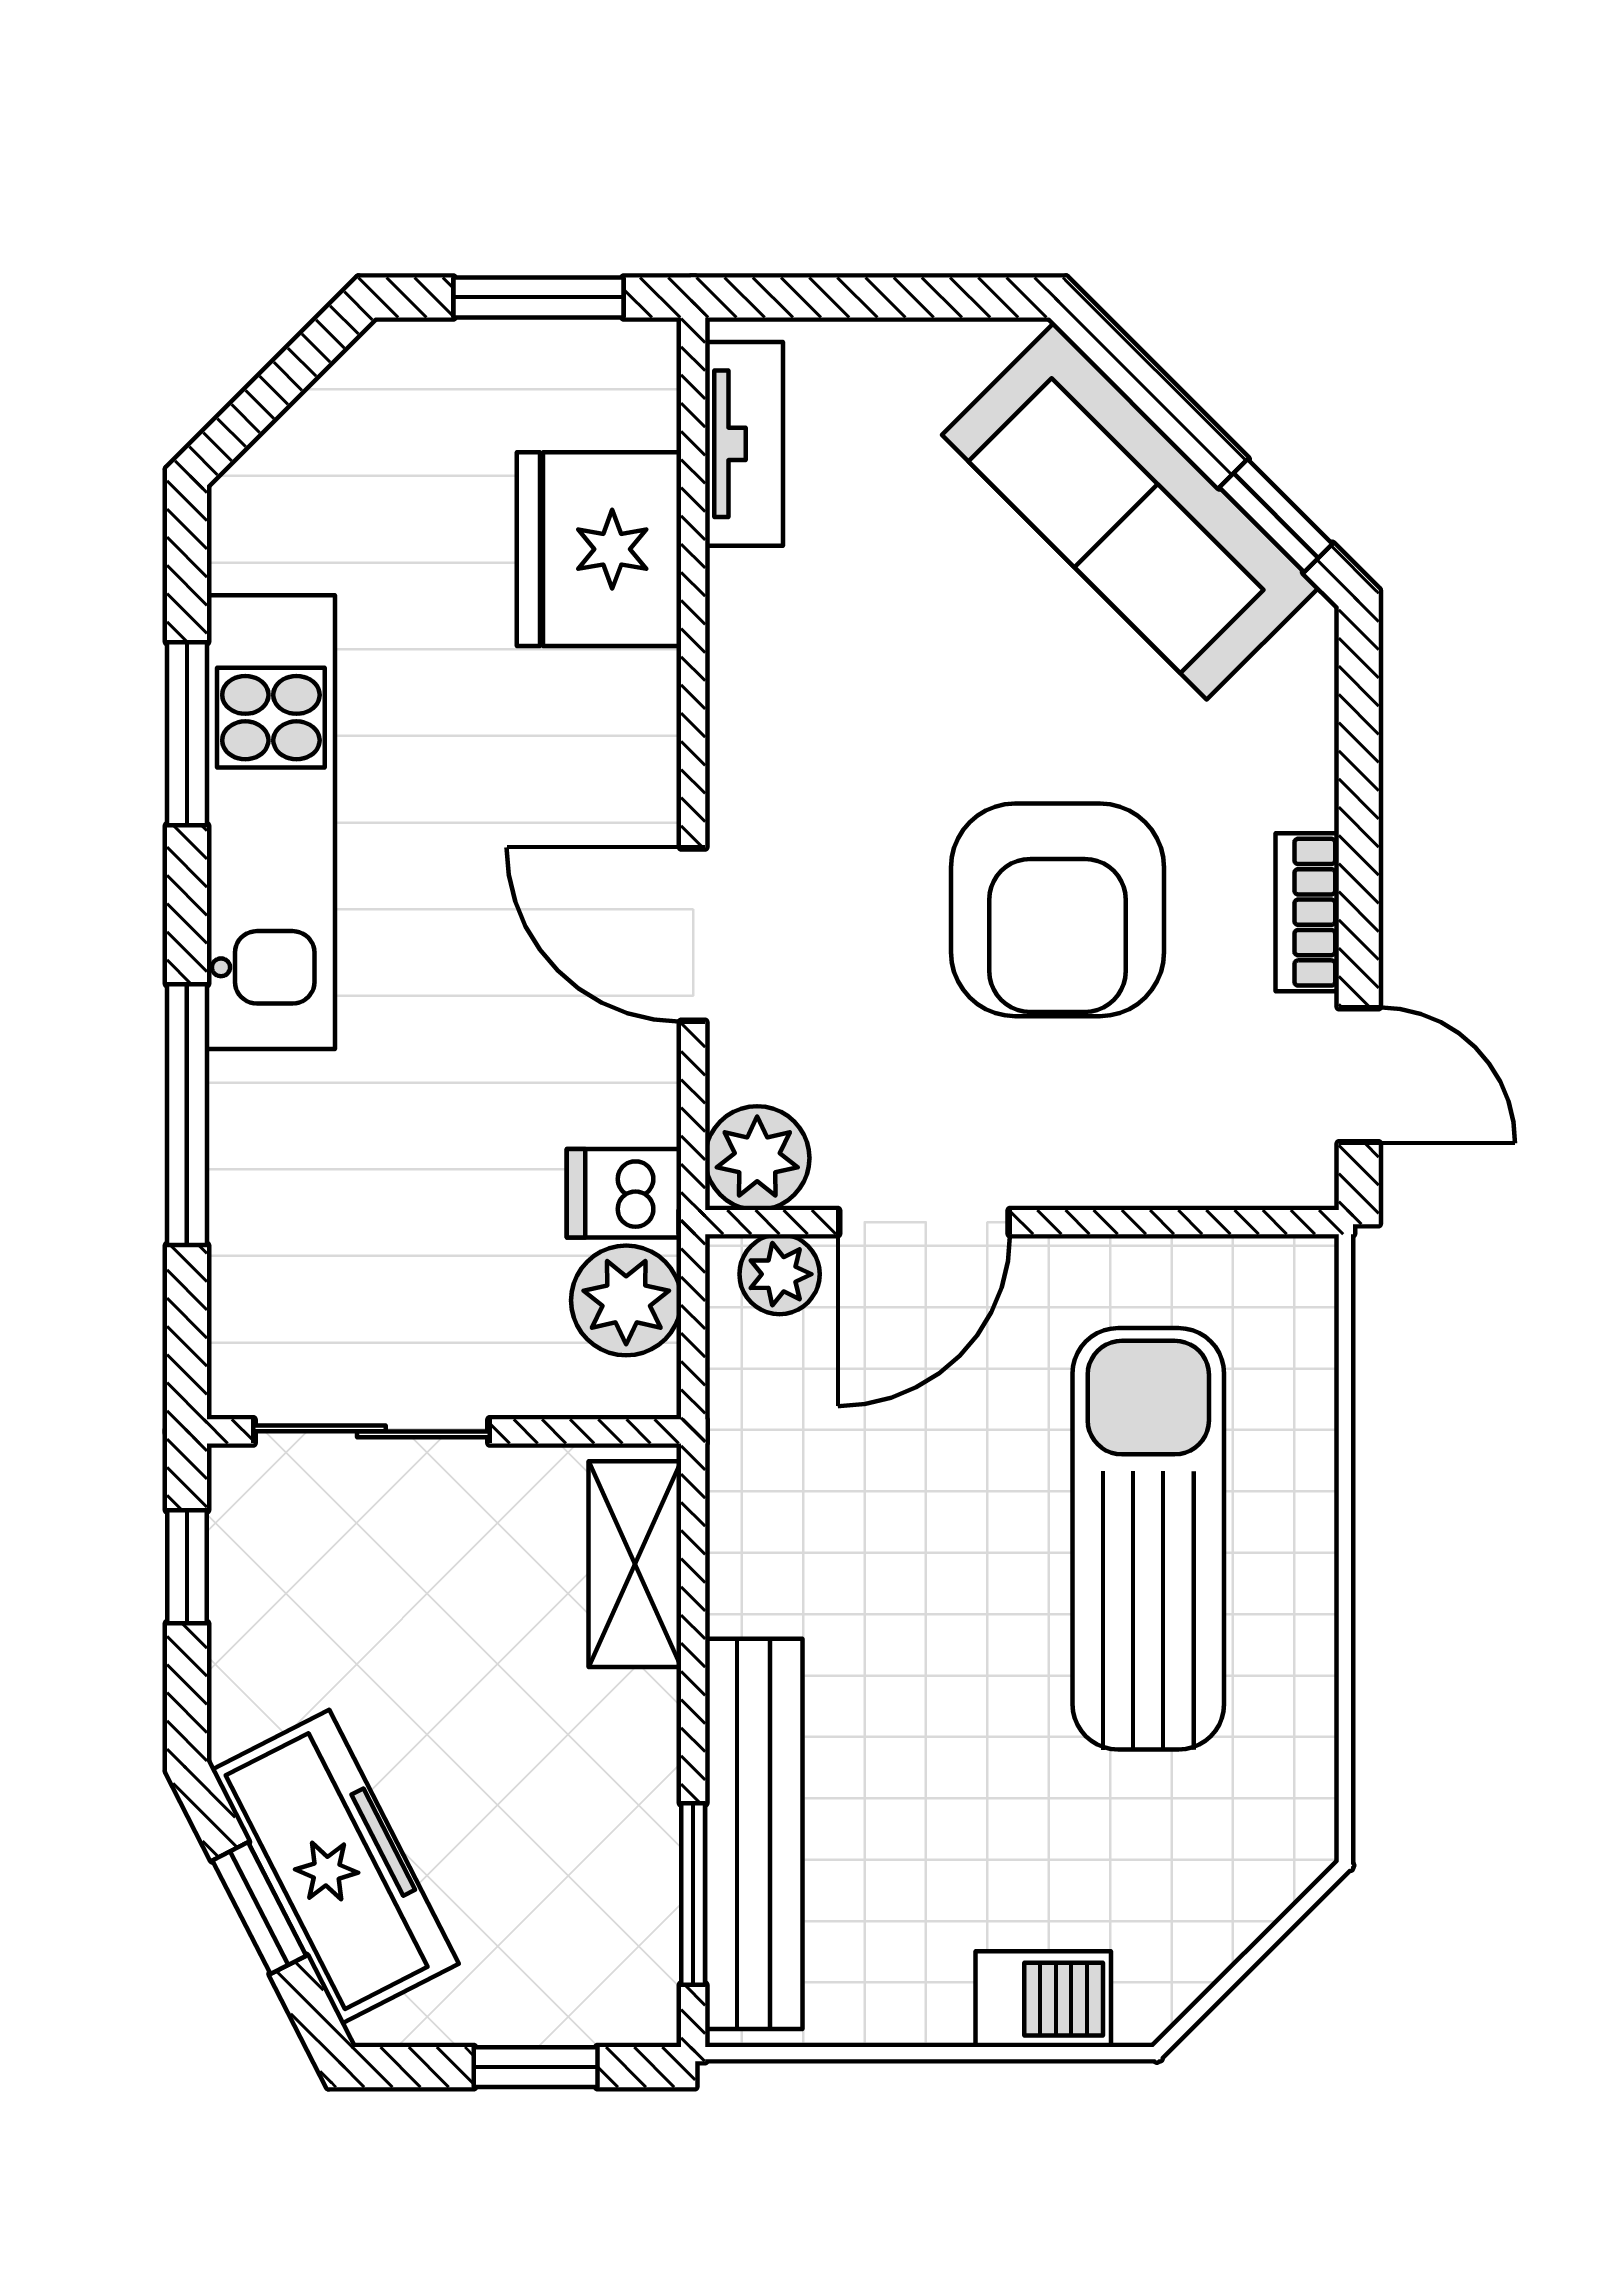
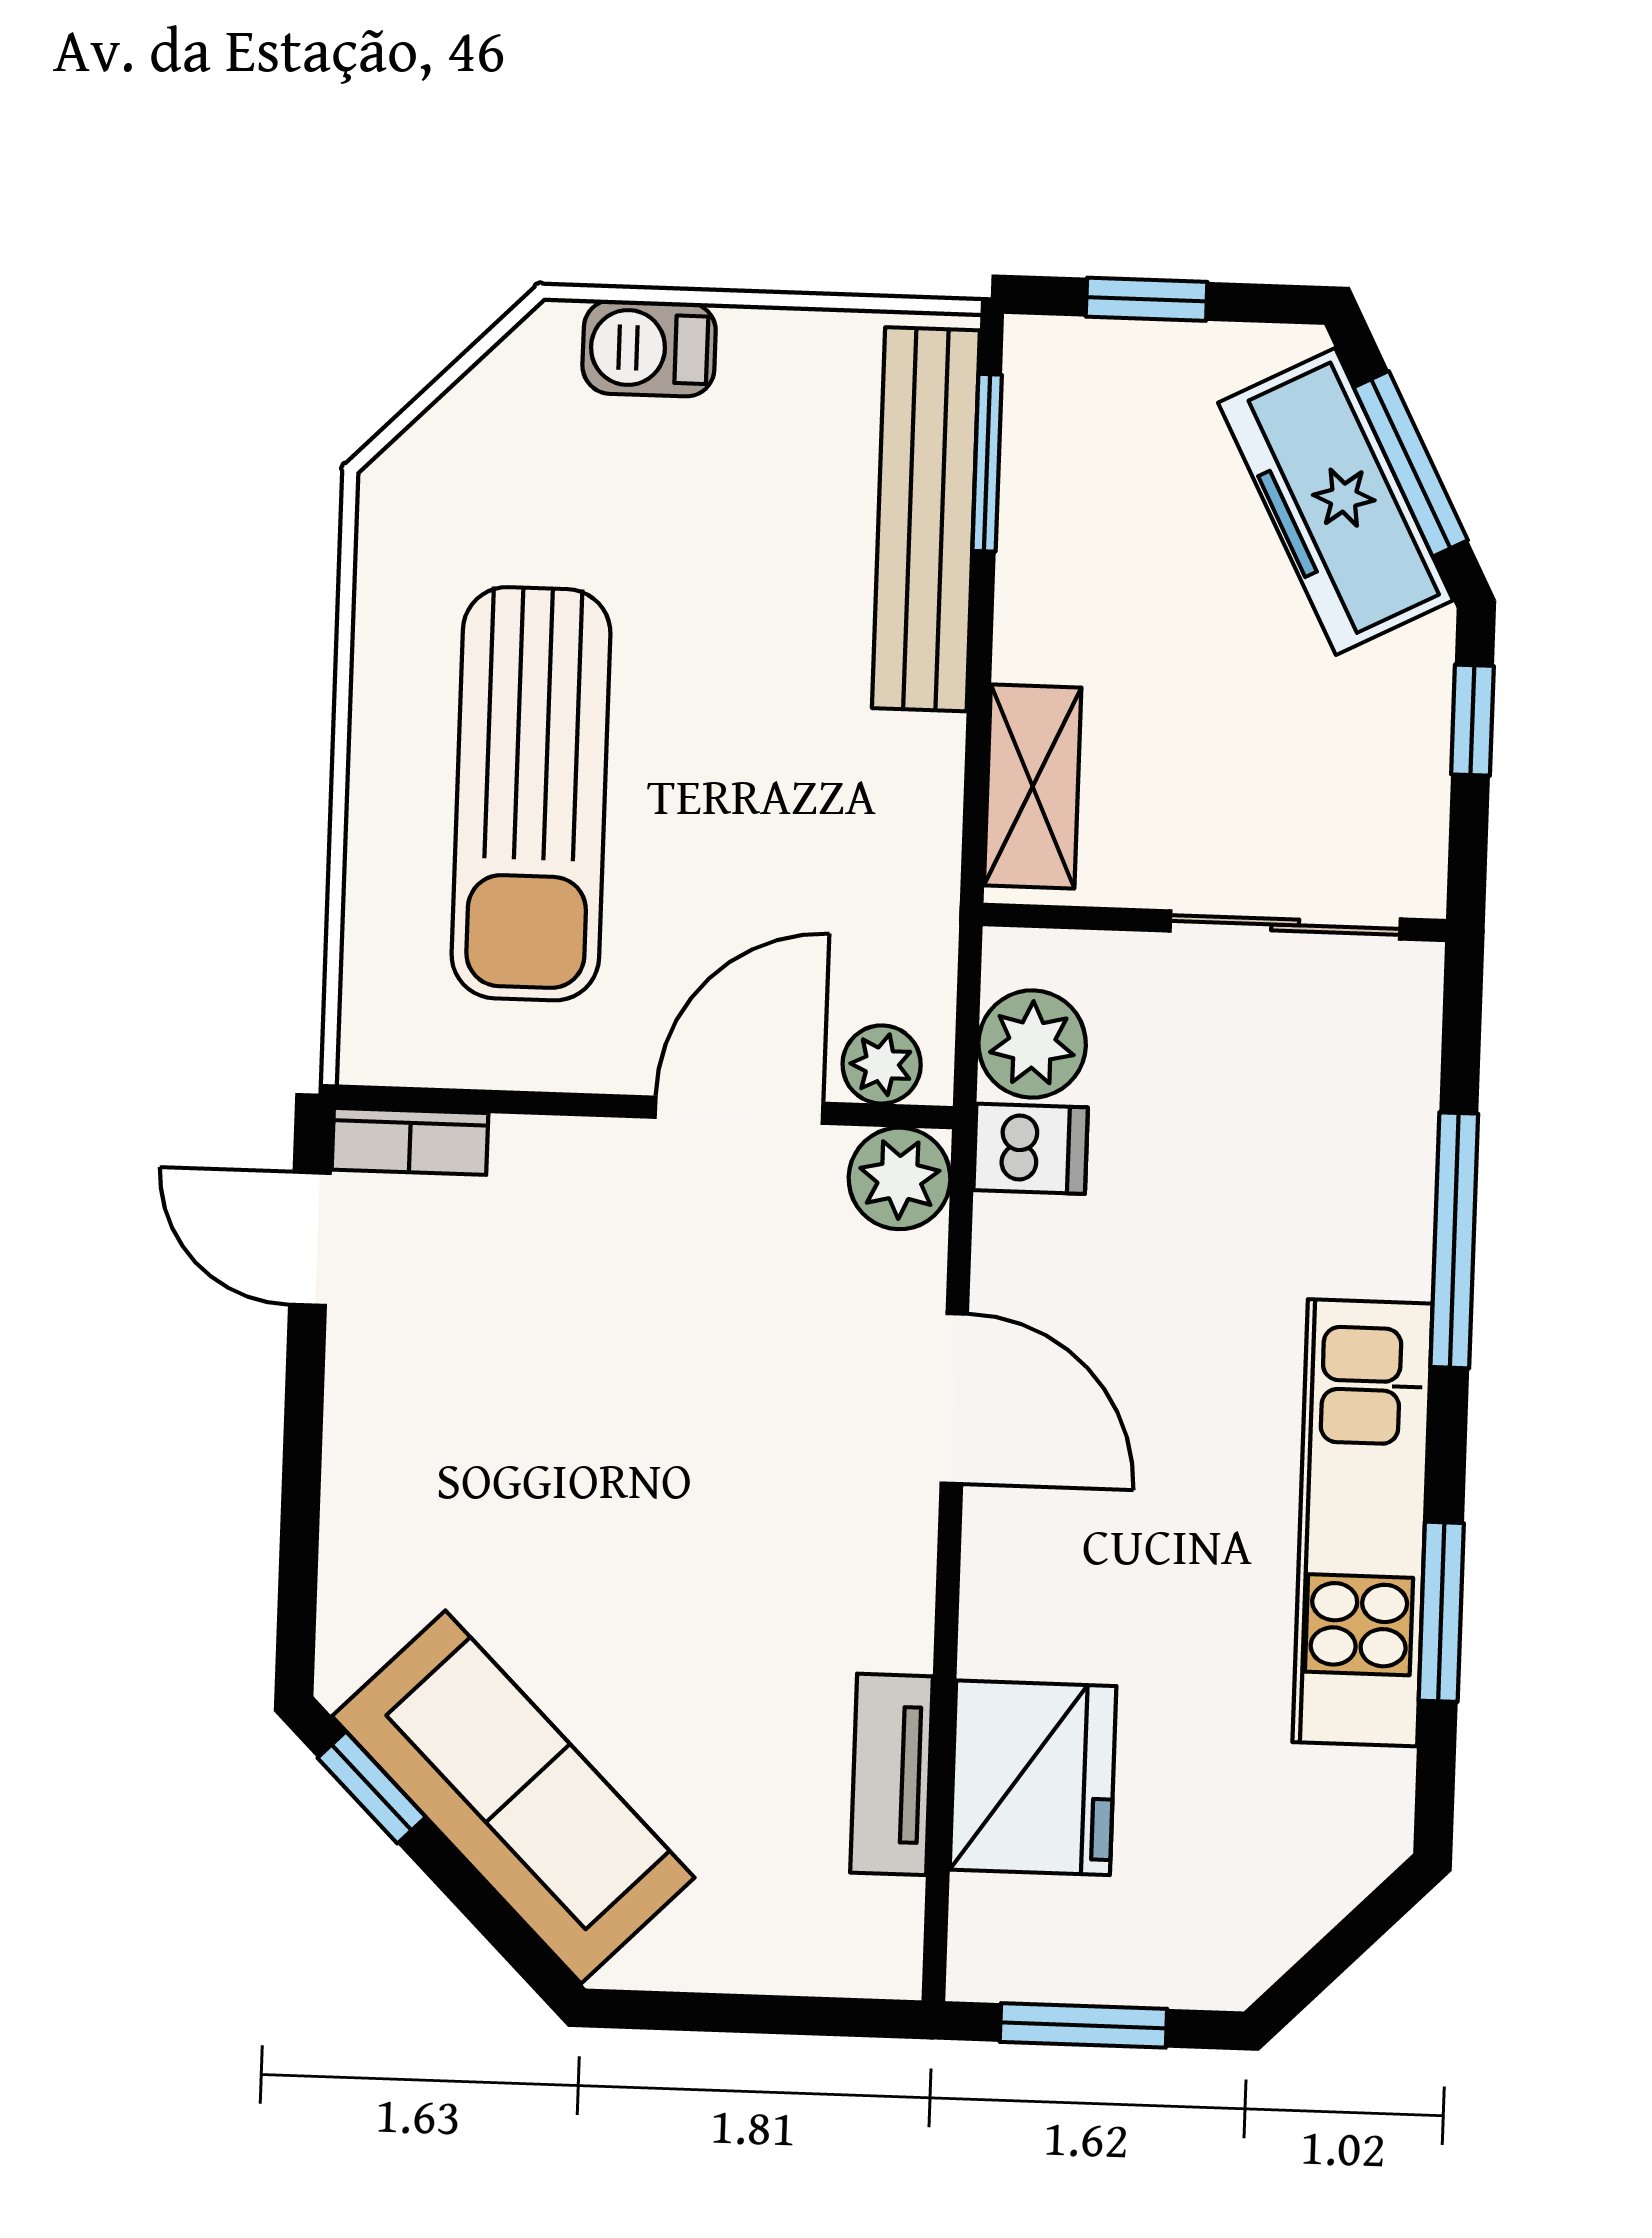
tv unit: (744, 444) -> (892, 1774), moved
armchair: (1058, 910) -> (598, 1410), removed
bookcase: (1307, 912) -> (410, 1141), moved, turned 90
window: (187, 1567) -> (1472, 720), moved
window: (259, 1908) -> (1411, 464), width x1.50

